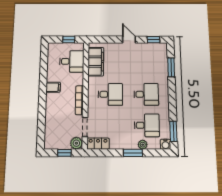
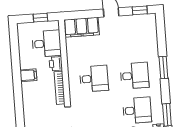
filing cabinet: (96, 62) -> (82, 27), moved, turned 90
window: (171, 67) -> (163, 68), moved
printer: (78, 79) -> (56, 64), added

